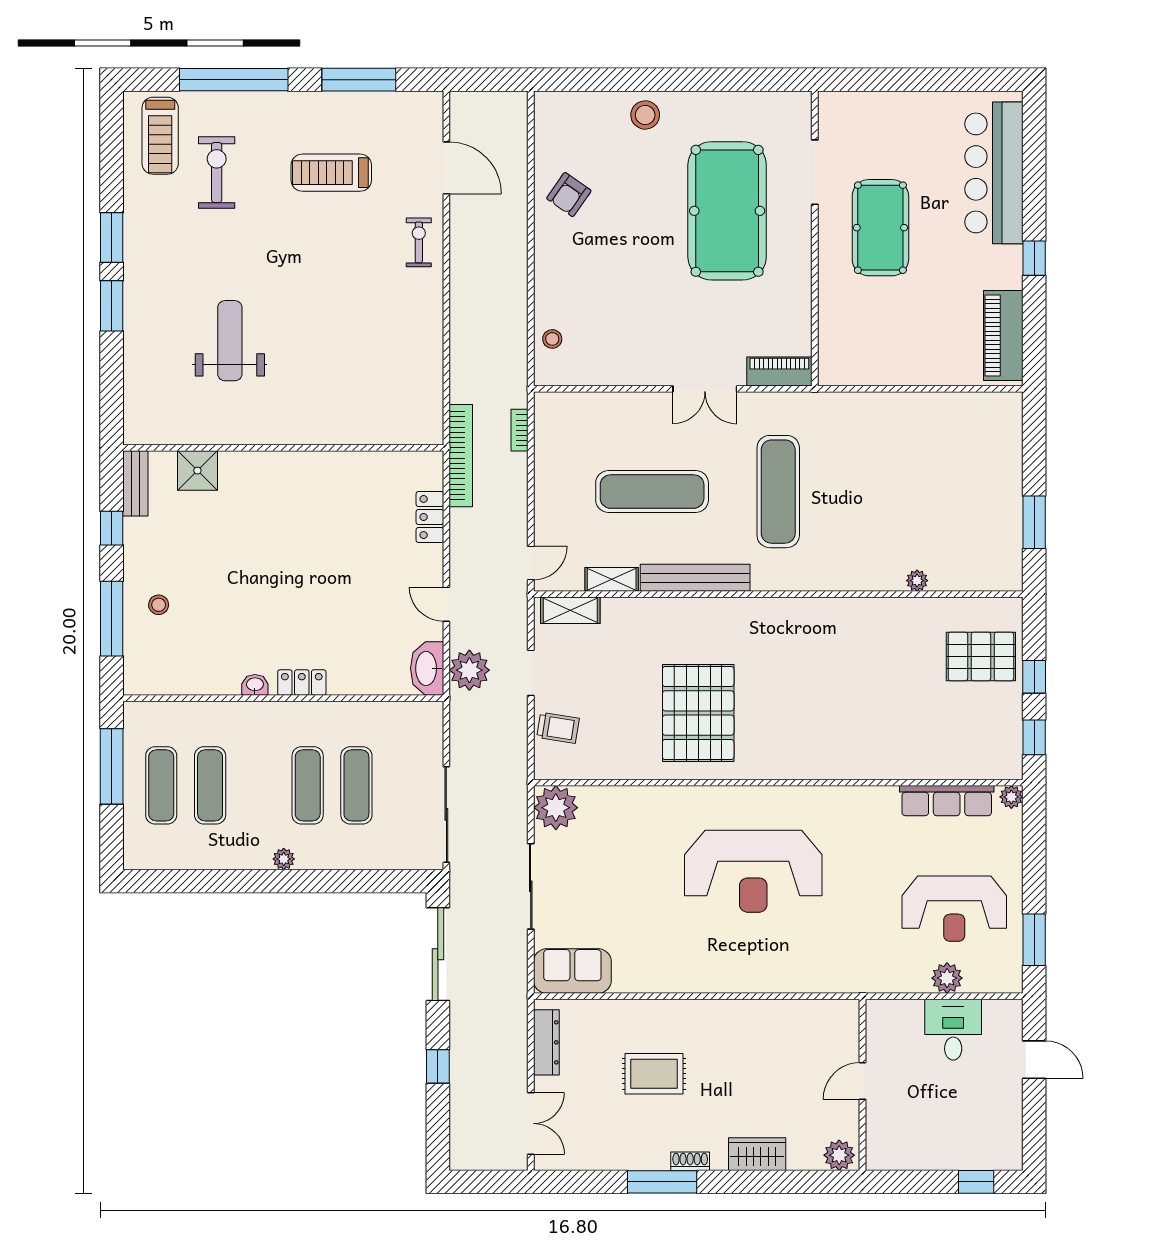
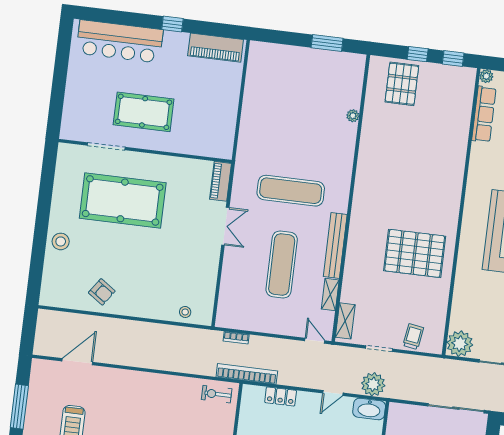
exercise bike: (419, 242) -> (217, 394), moved

